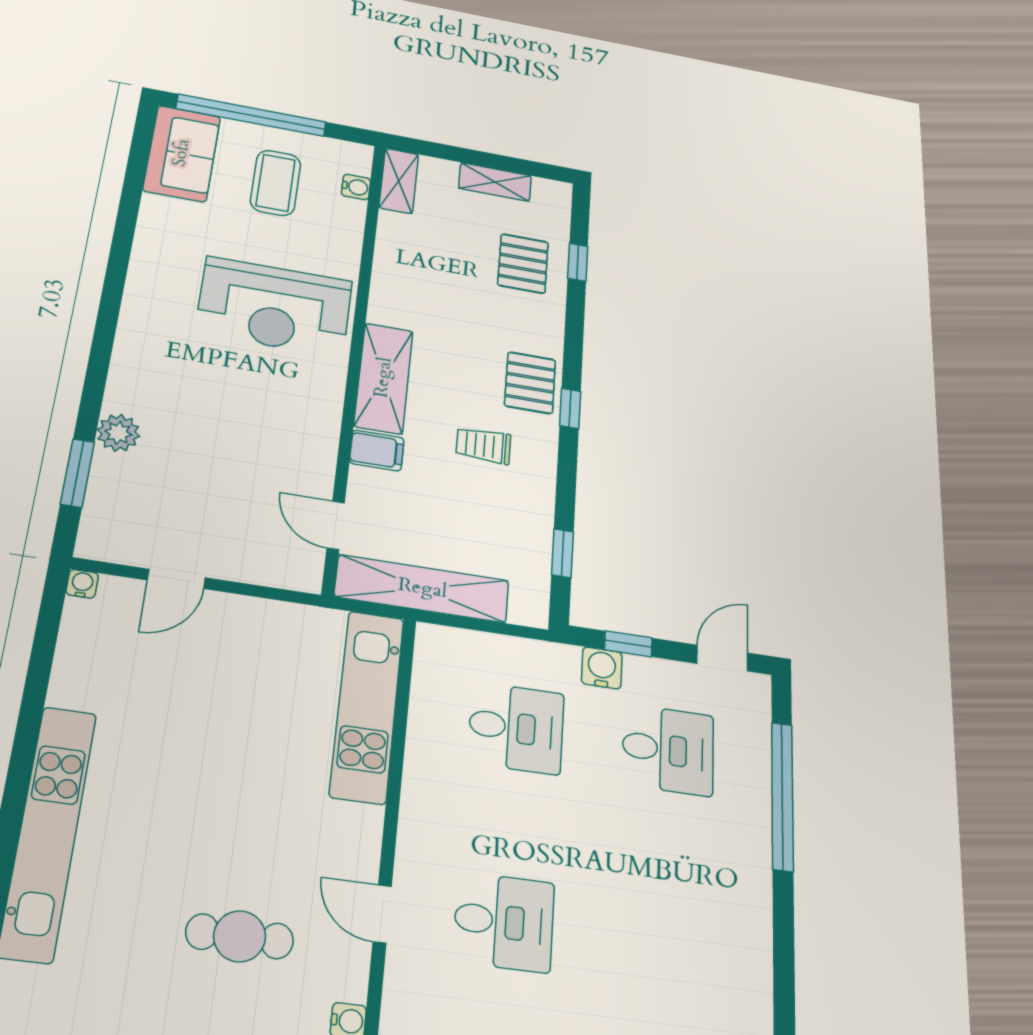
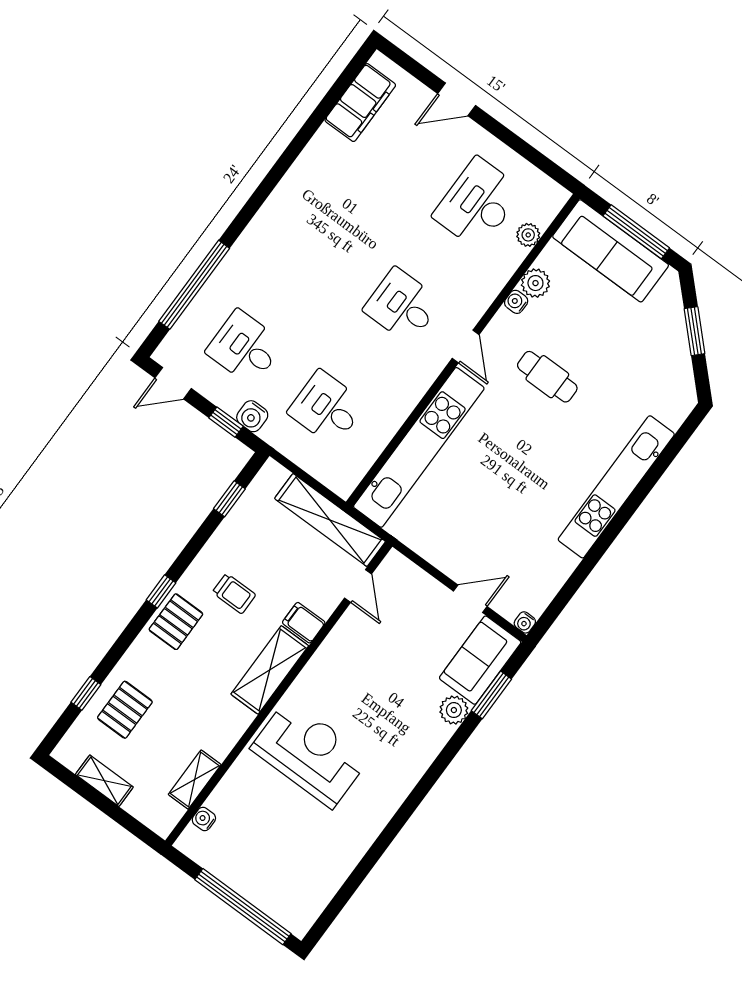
sofa: (182, 153) -> (480, 660), moved
shelving: (399, 181) -> (195, 780), moved
coffee table: (276, 183) -> (257, 846), removed
kitchen unit: (367, 706) -> (419, 447), width x1.36

